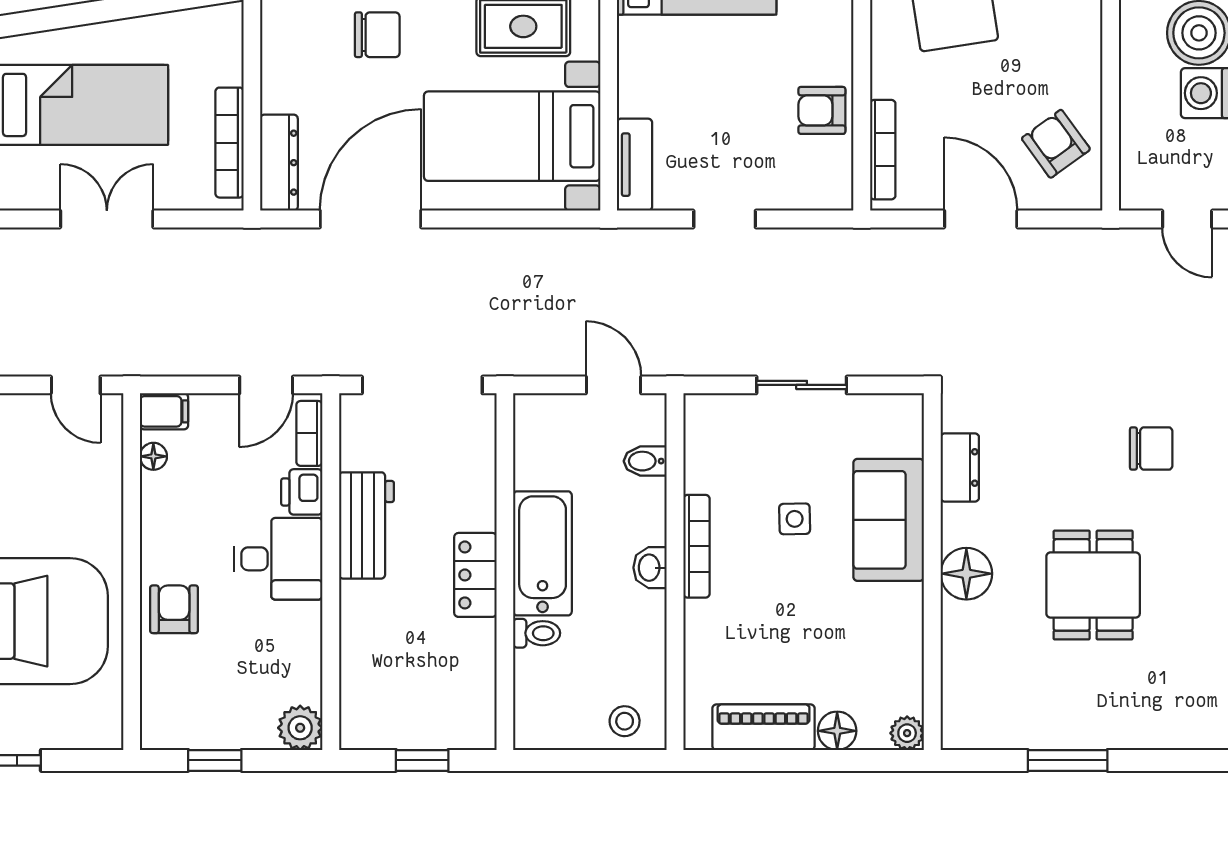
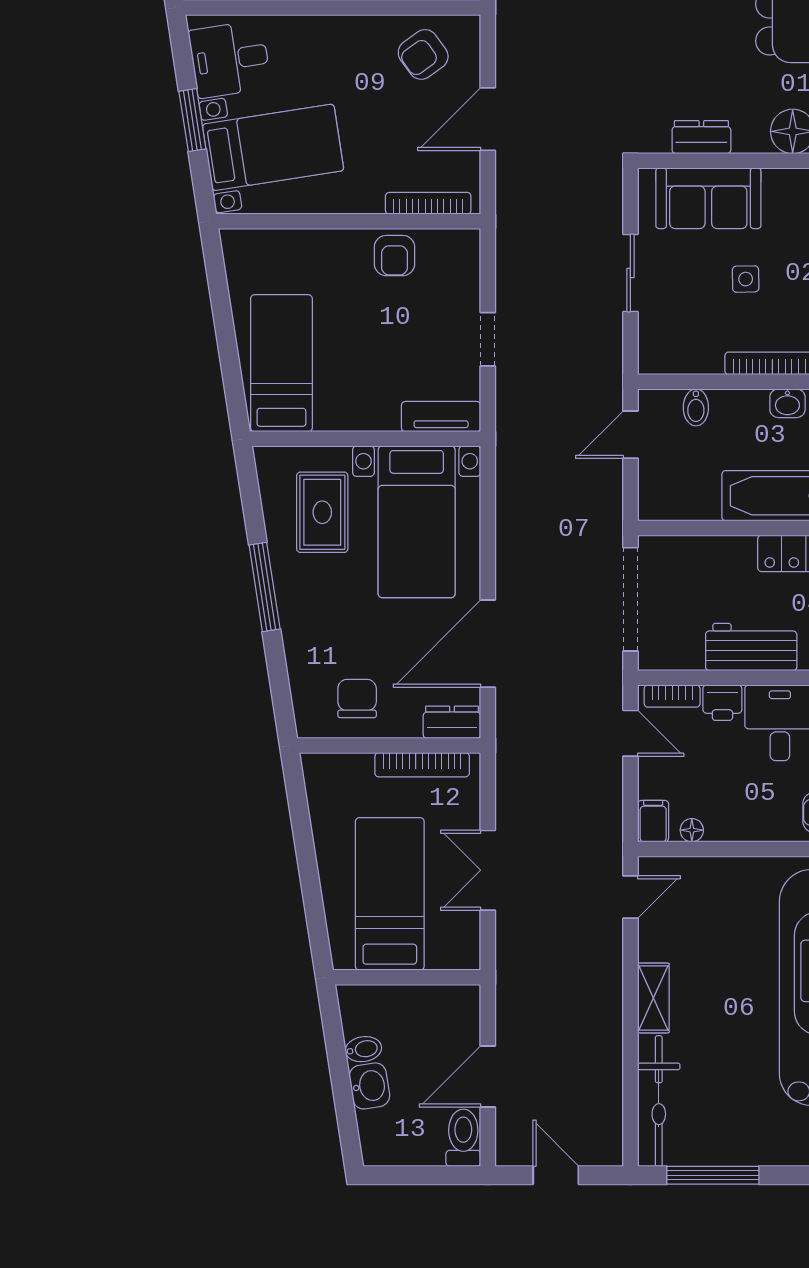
chair: (377, 35) -> (357, 698), moved
dresser: (279, 163) -> (452, 722), width x0.70
door: (370, 219) -> (488, 644), hinge flipped
sofa: (889, 520) -> (708, 198), moved

